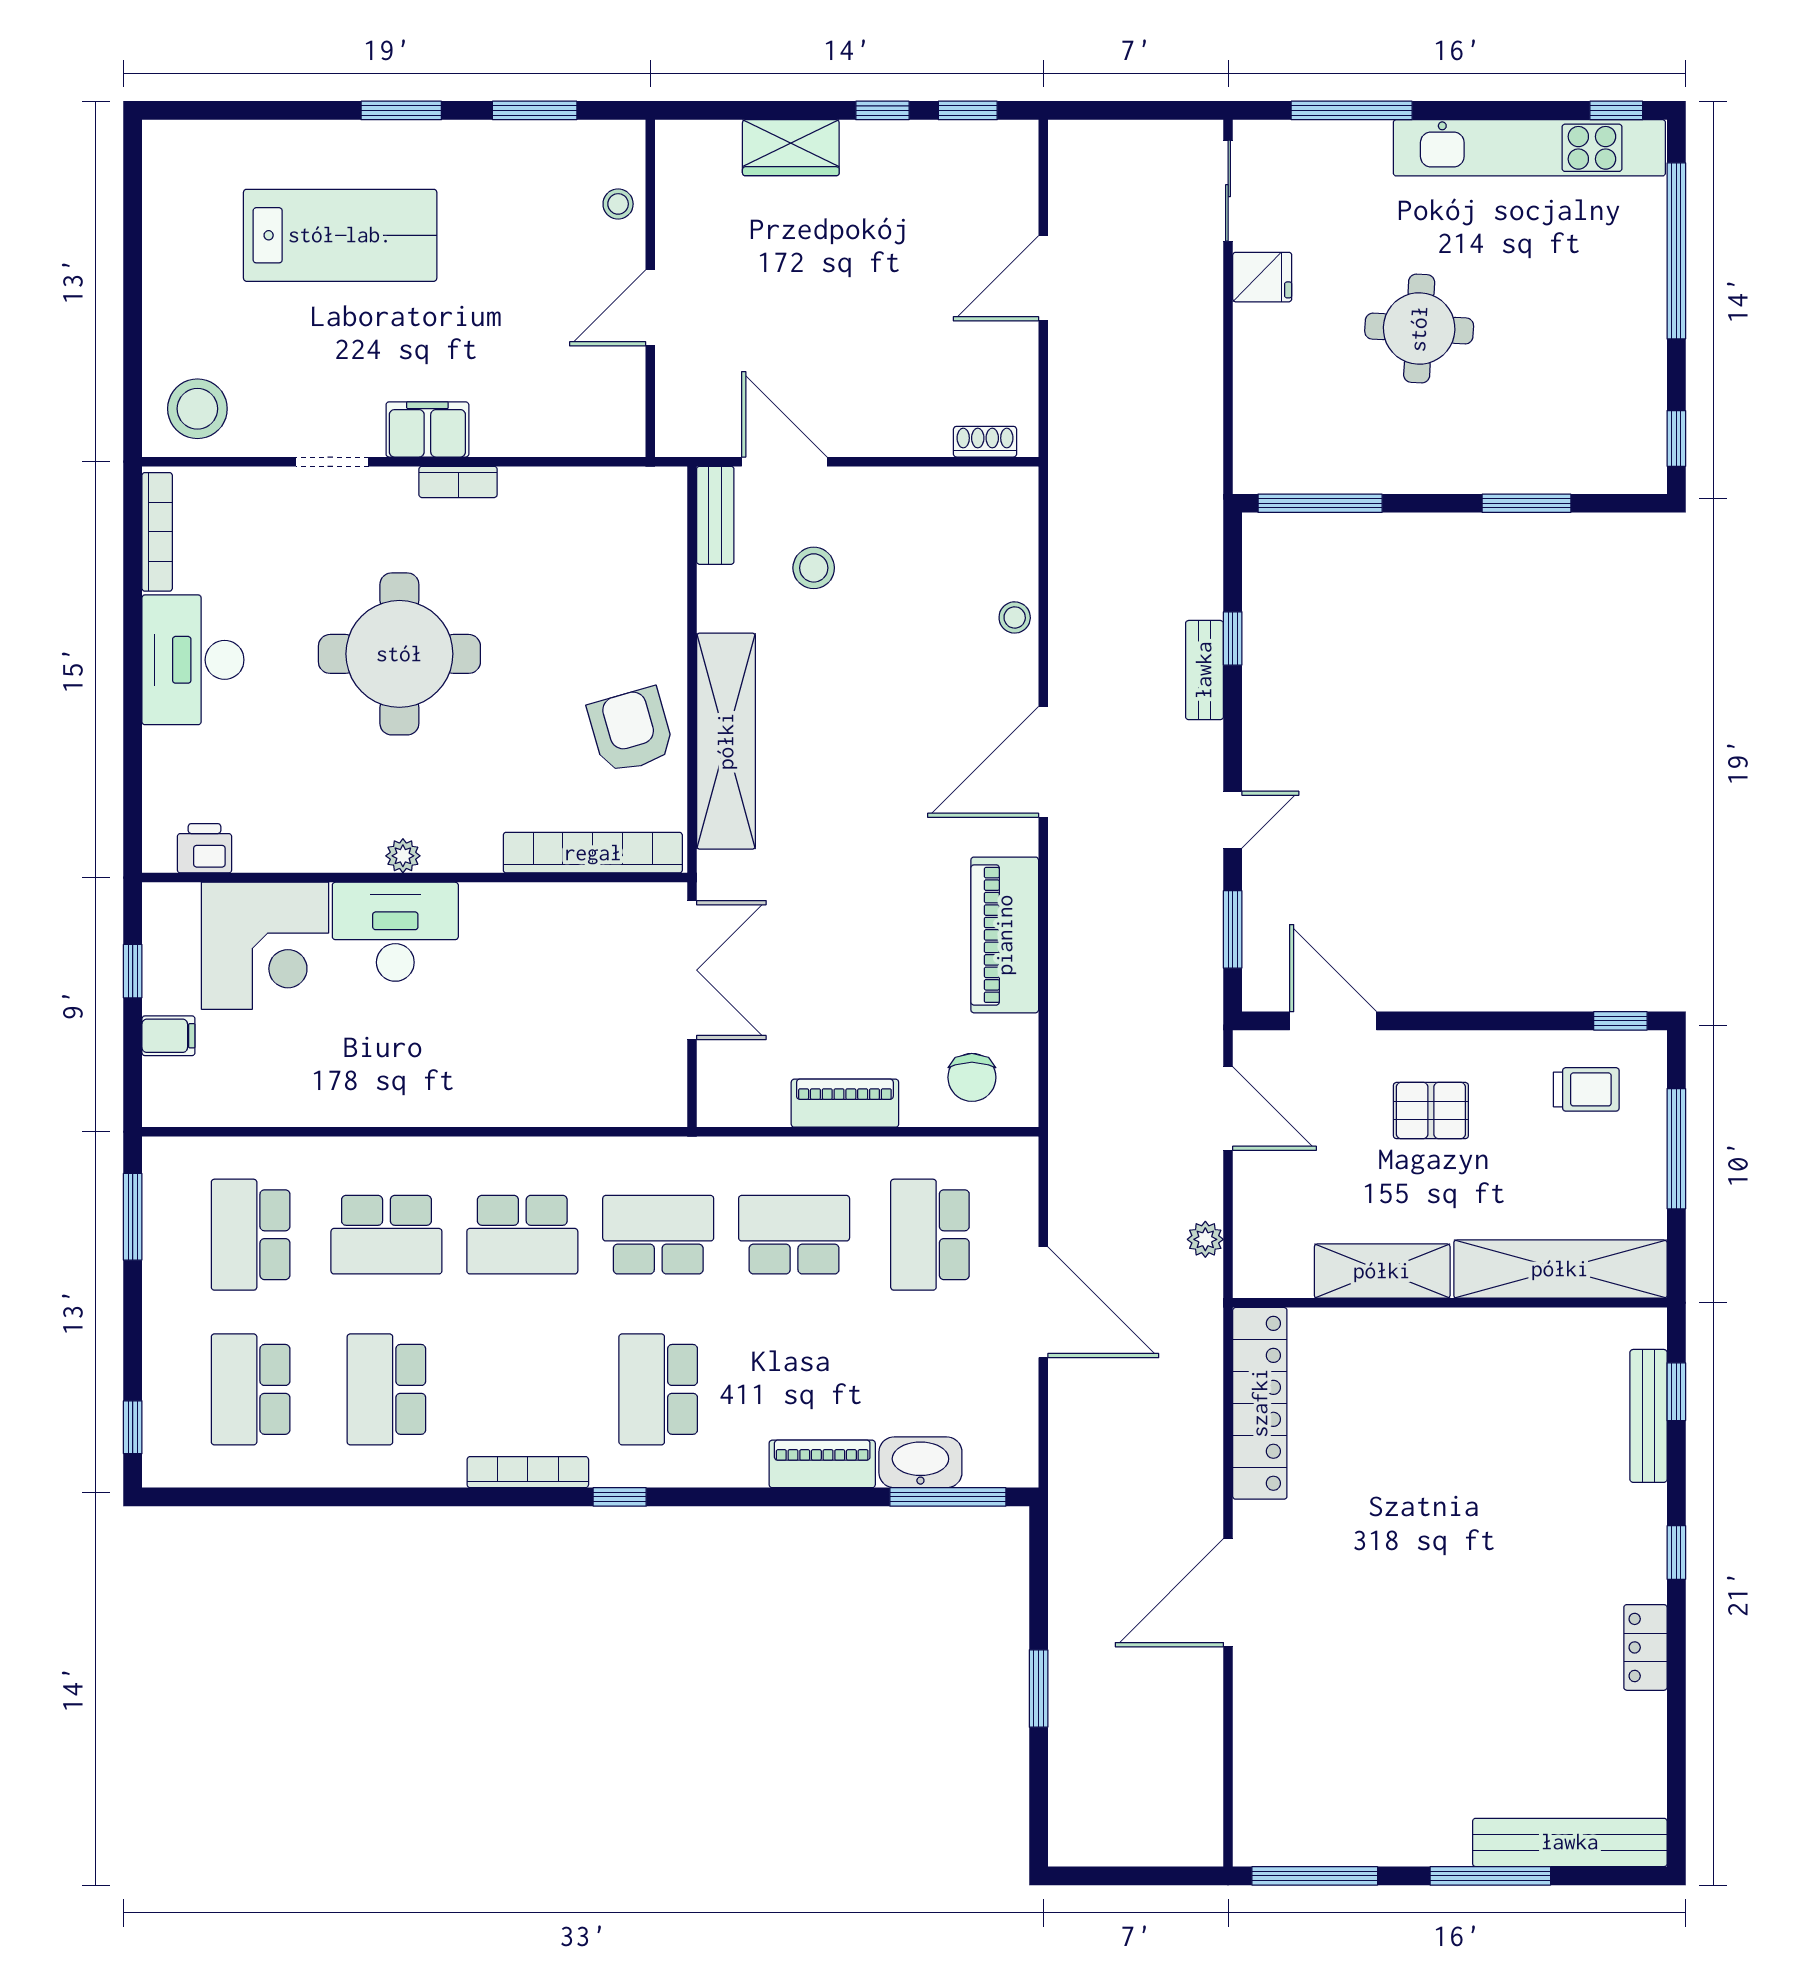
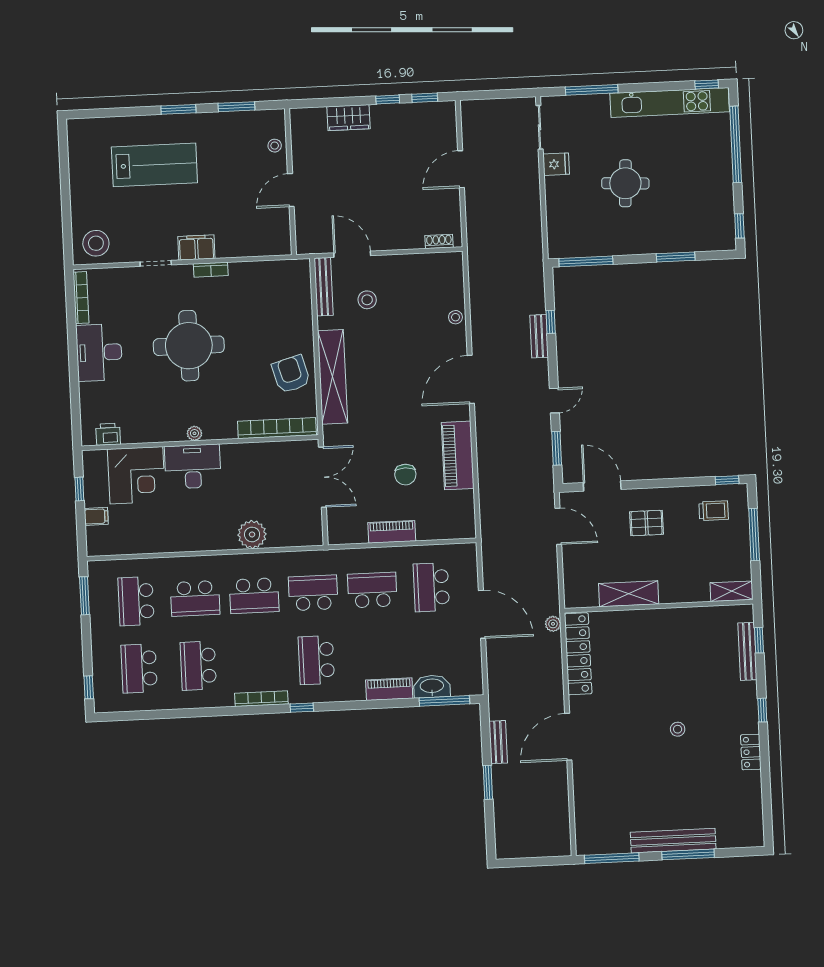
bench: (715, 515) -> (324, 287), width x1.36
chair: (972, 1077) -> (405, 475), moved
plant: (524, 1094) -> (252, 534), added
plant: (1205, 1239) -> (553, 624), moved
shelving: (1560, 1269) -> (732, 591), width x0.45, depth x0.75
stool: (1480, 1587) -> (678, 729), added
bench: (1067, 1597) -> (498, 742), added
bench: (1570, 1842) -> (673, 841), moved

